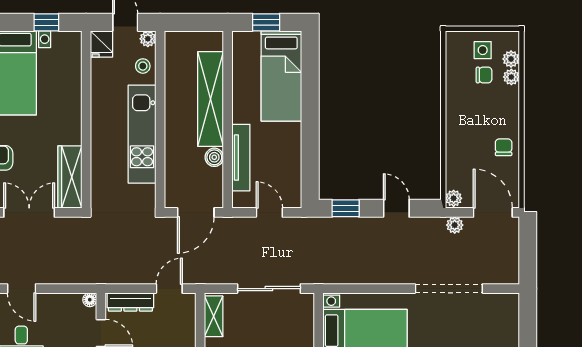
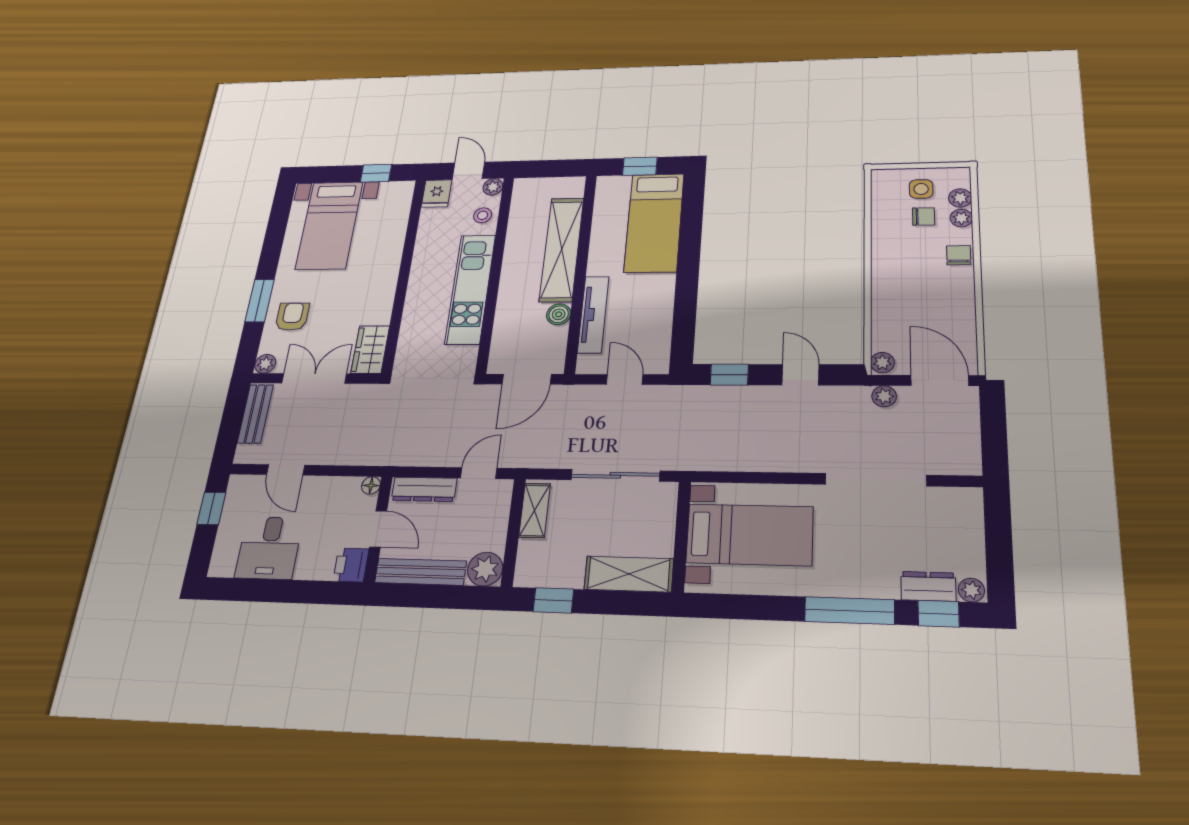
chair: (504, 147) -> (959, 255), moved
wardrobe: (70, 177) -> (370, 350), width x0.67

